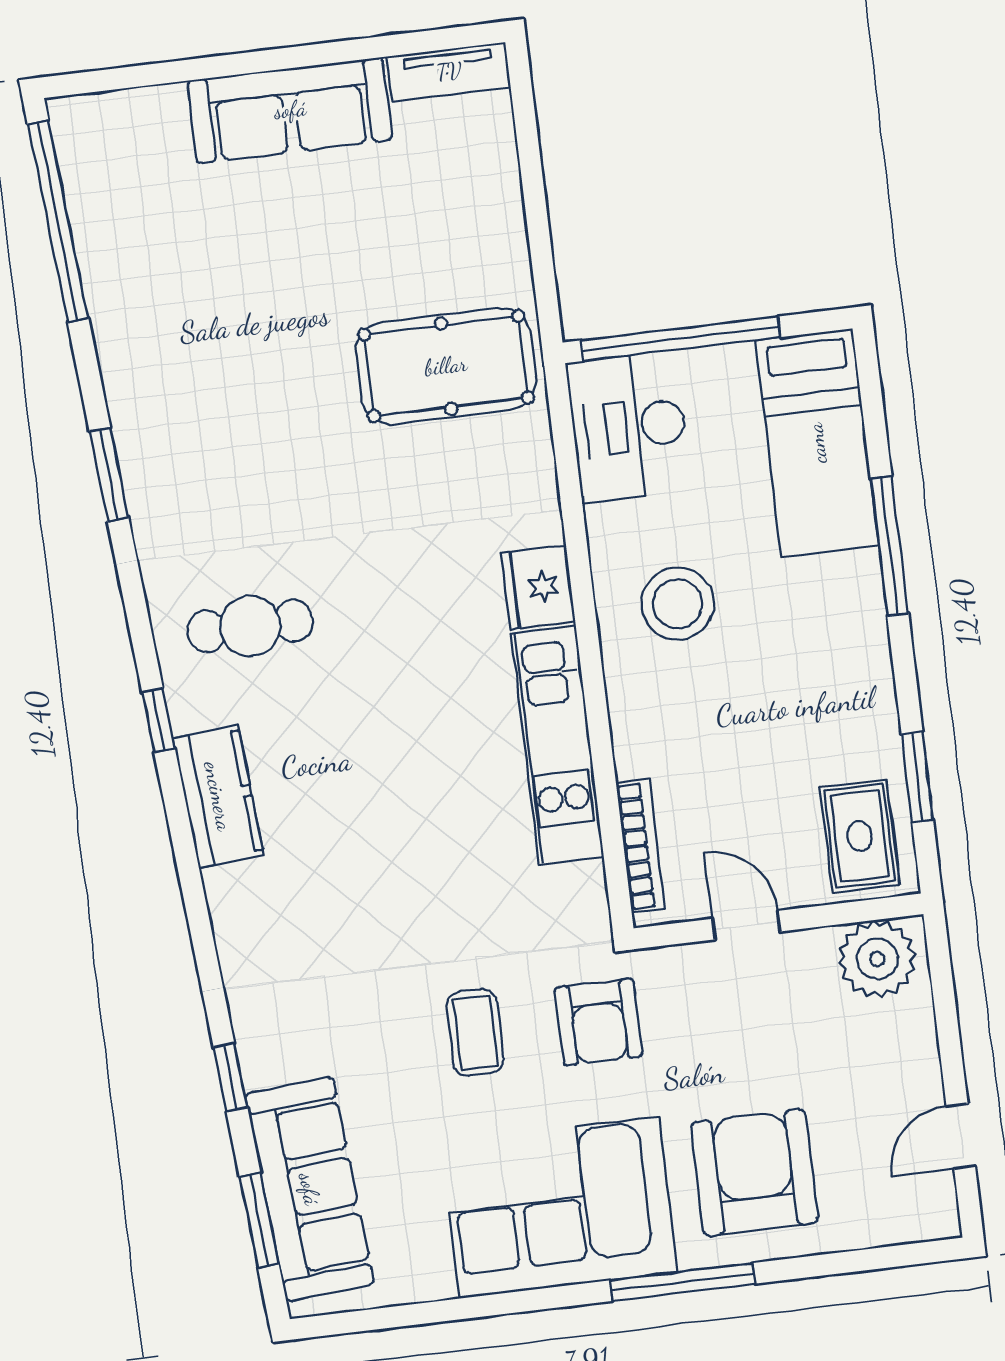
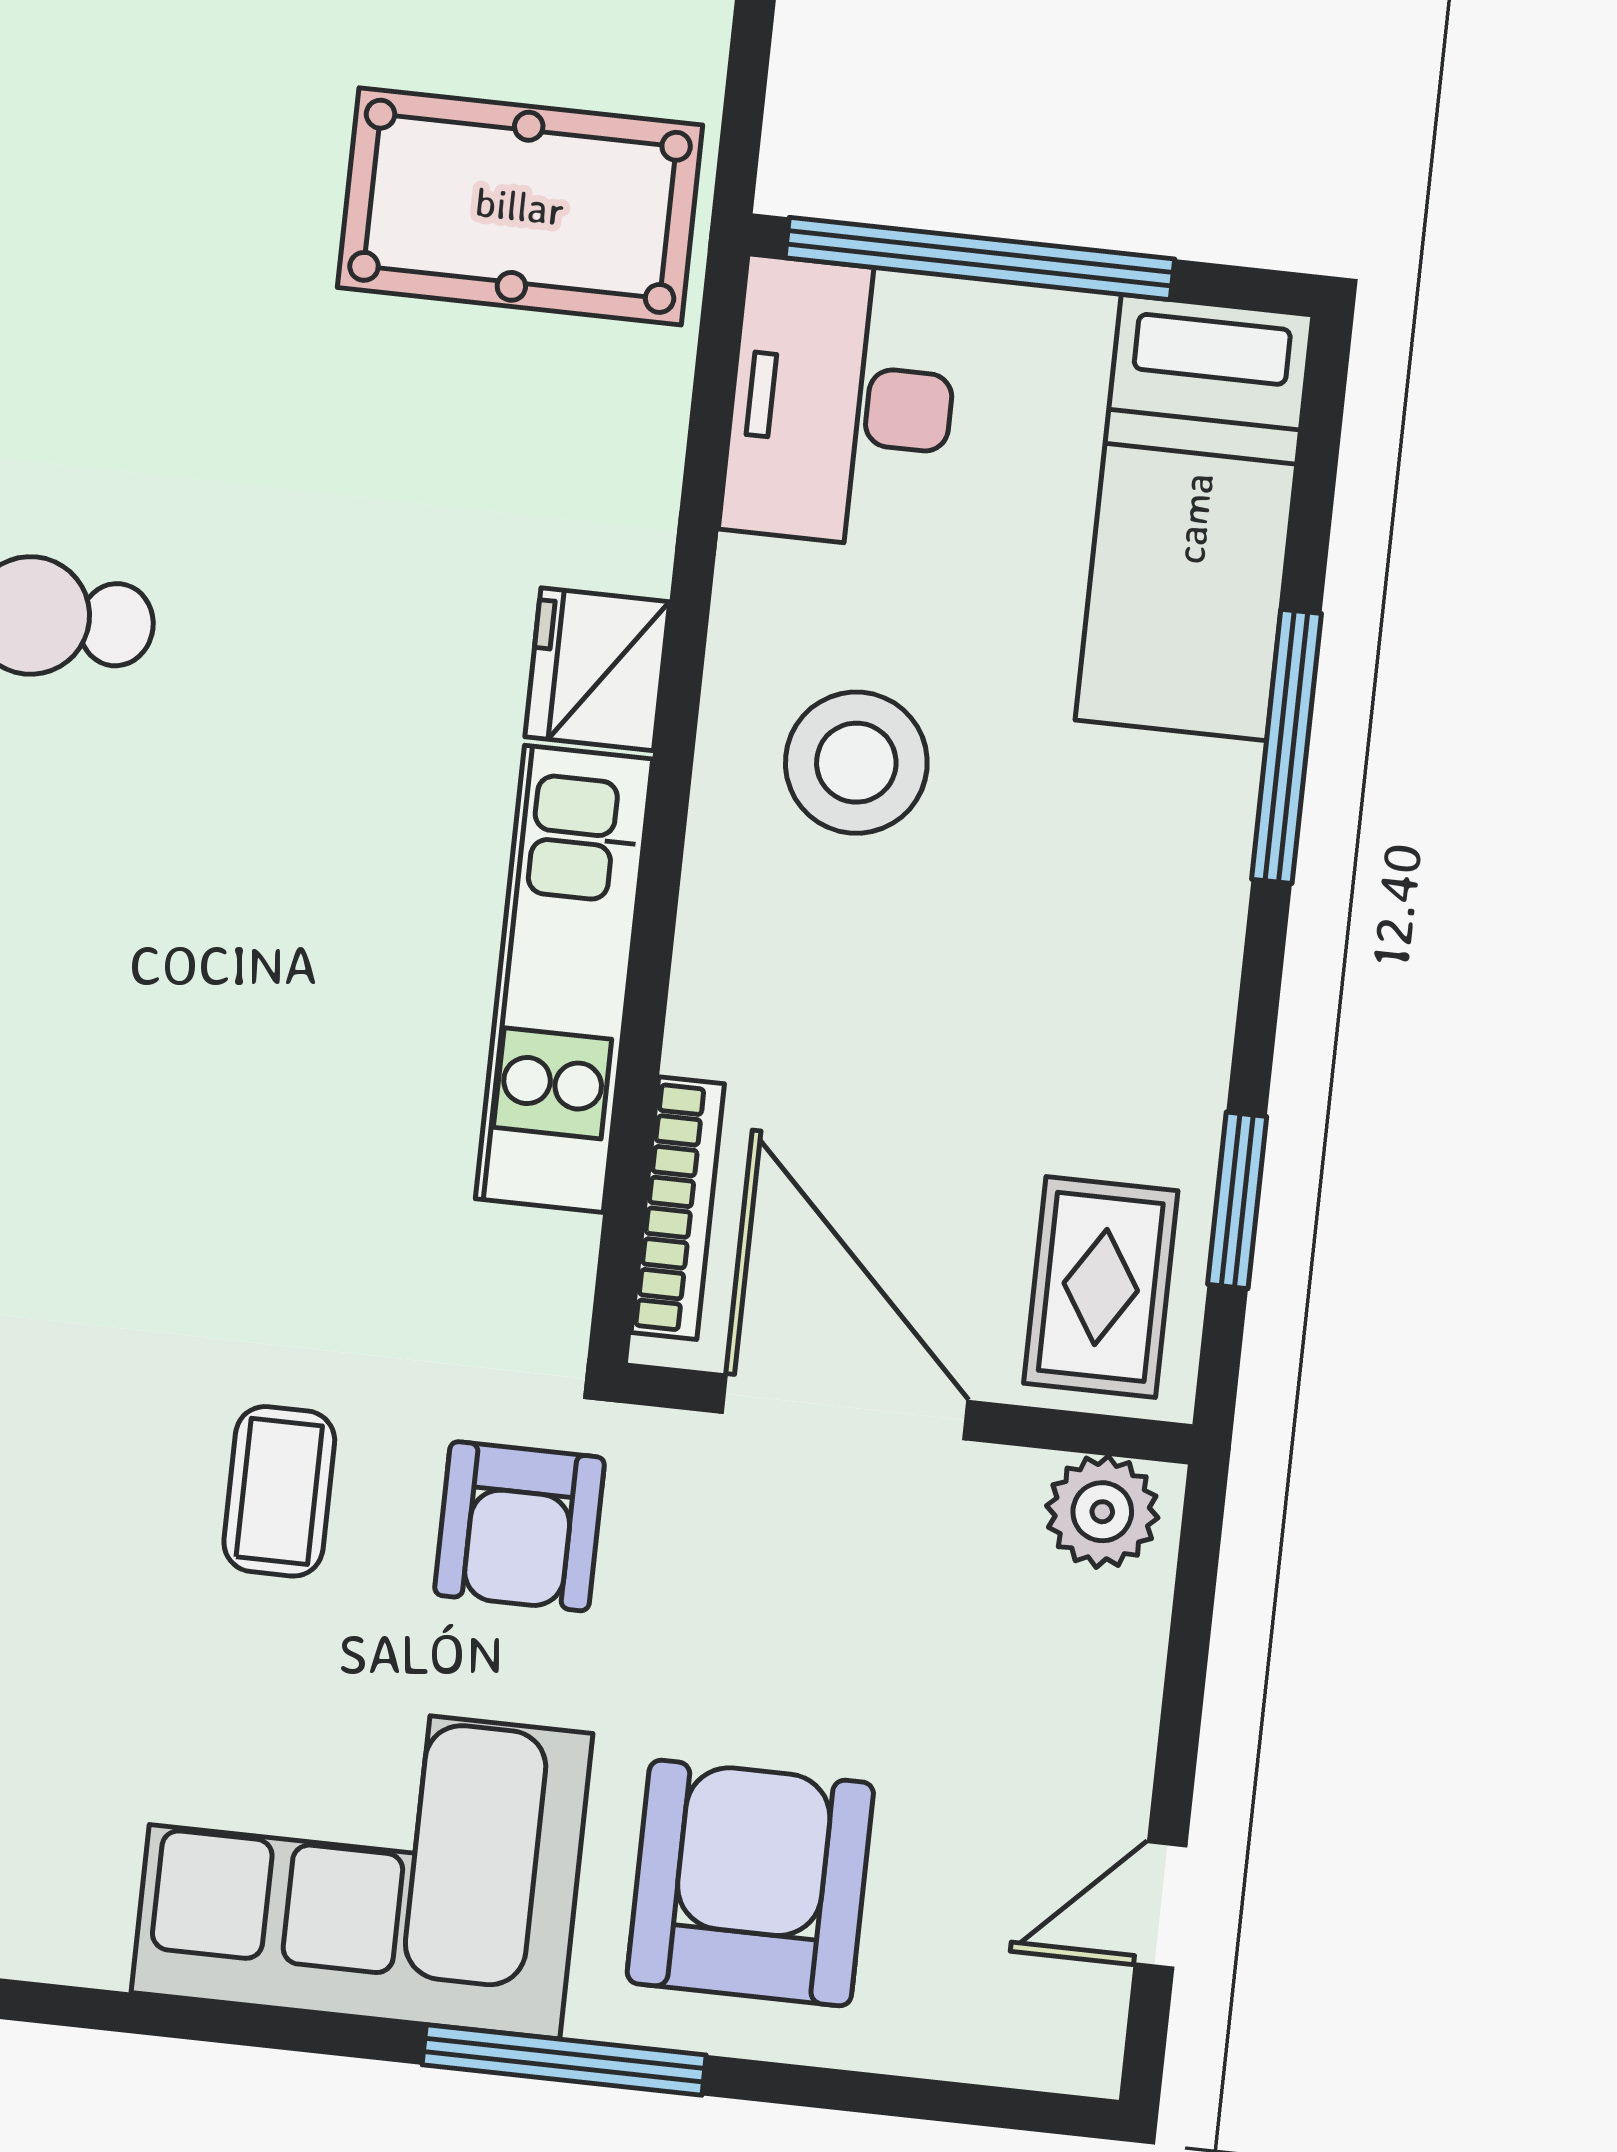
door: (746, 925) -> (845, 1407), width x1.88
plant: (877, 959) -> (1102, 1512), width x0.73, depth x0.73

